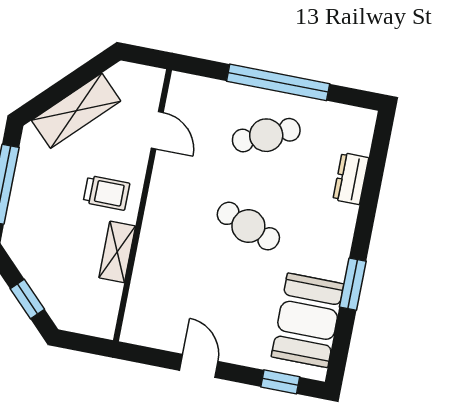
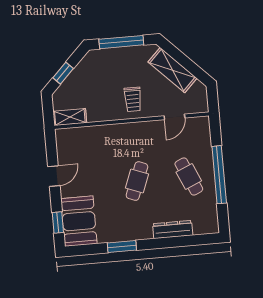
dresser: (351, 179) -> (173, 229), width x1.44
shelving: (117, 252) -> (70, 117), moved
booth: (308, 320) -> (79, 221), moved, turned 90

